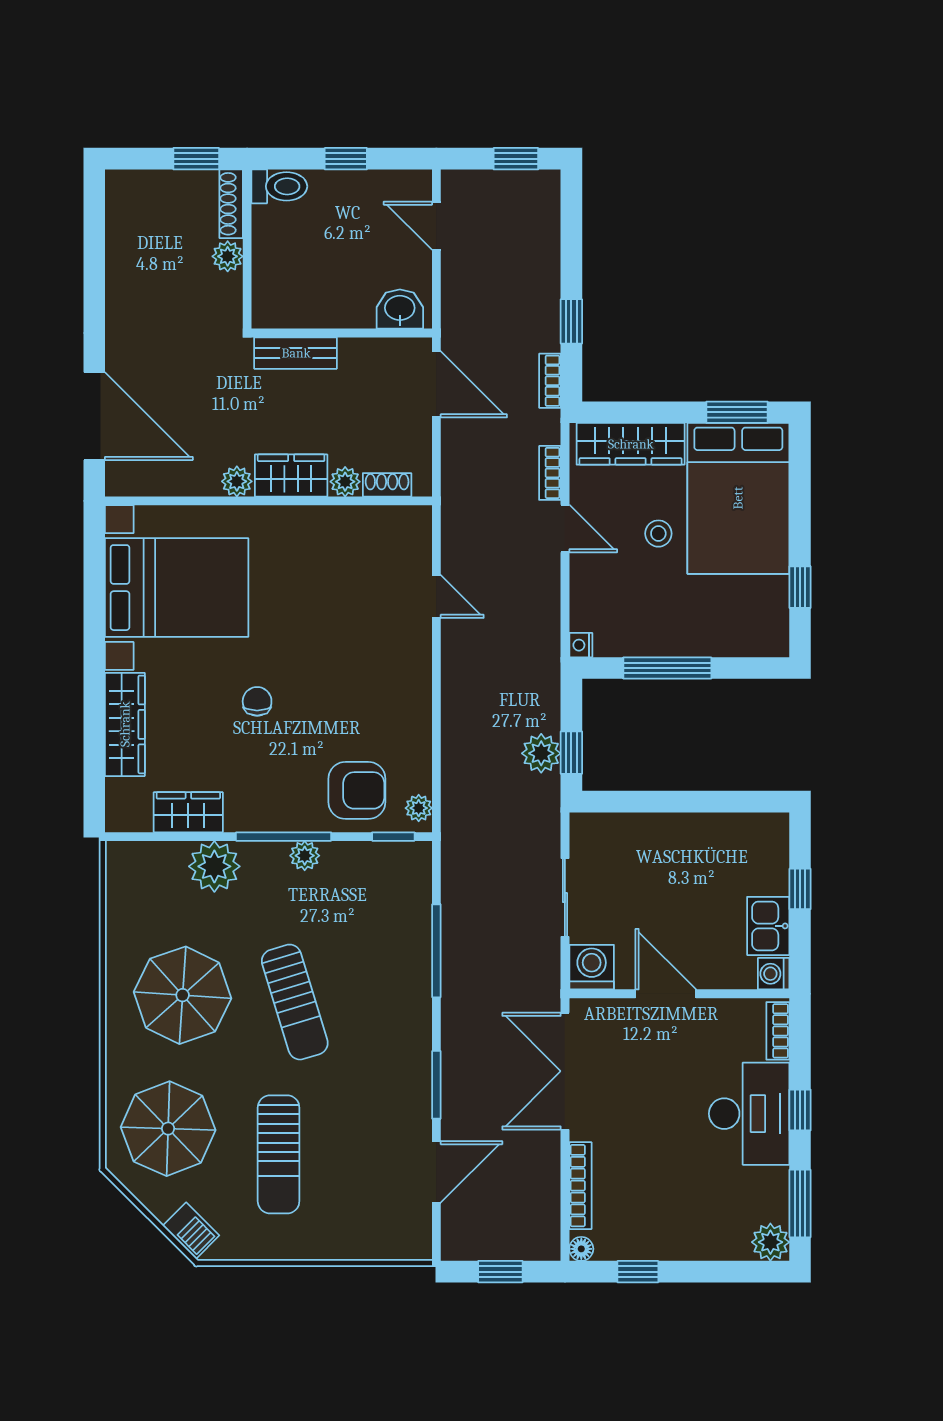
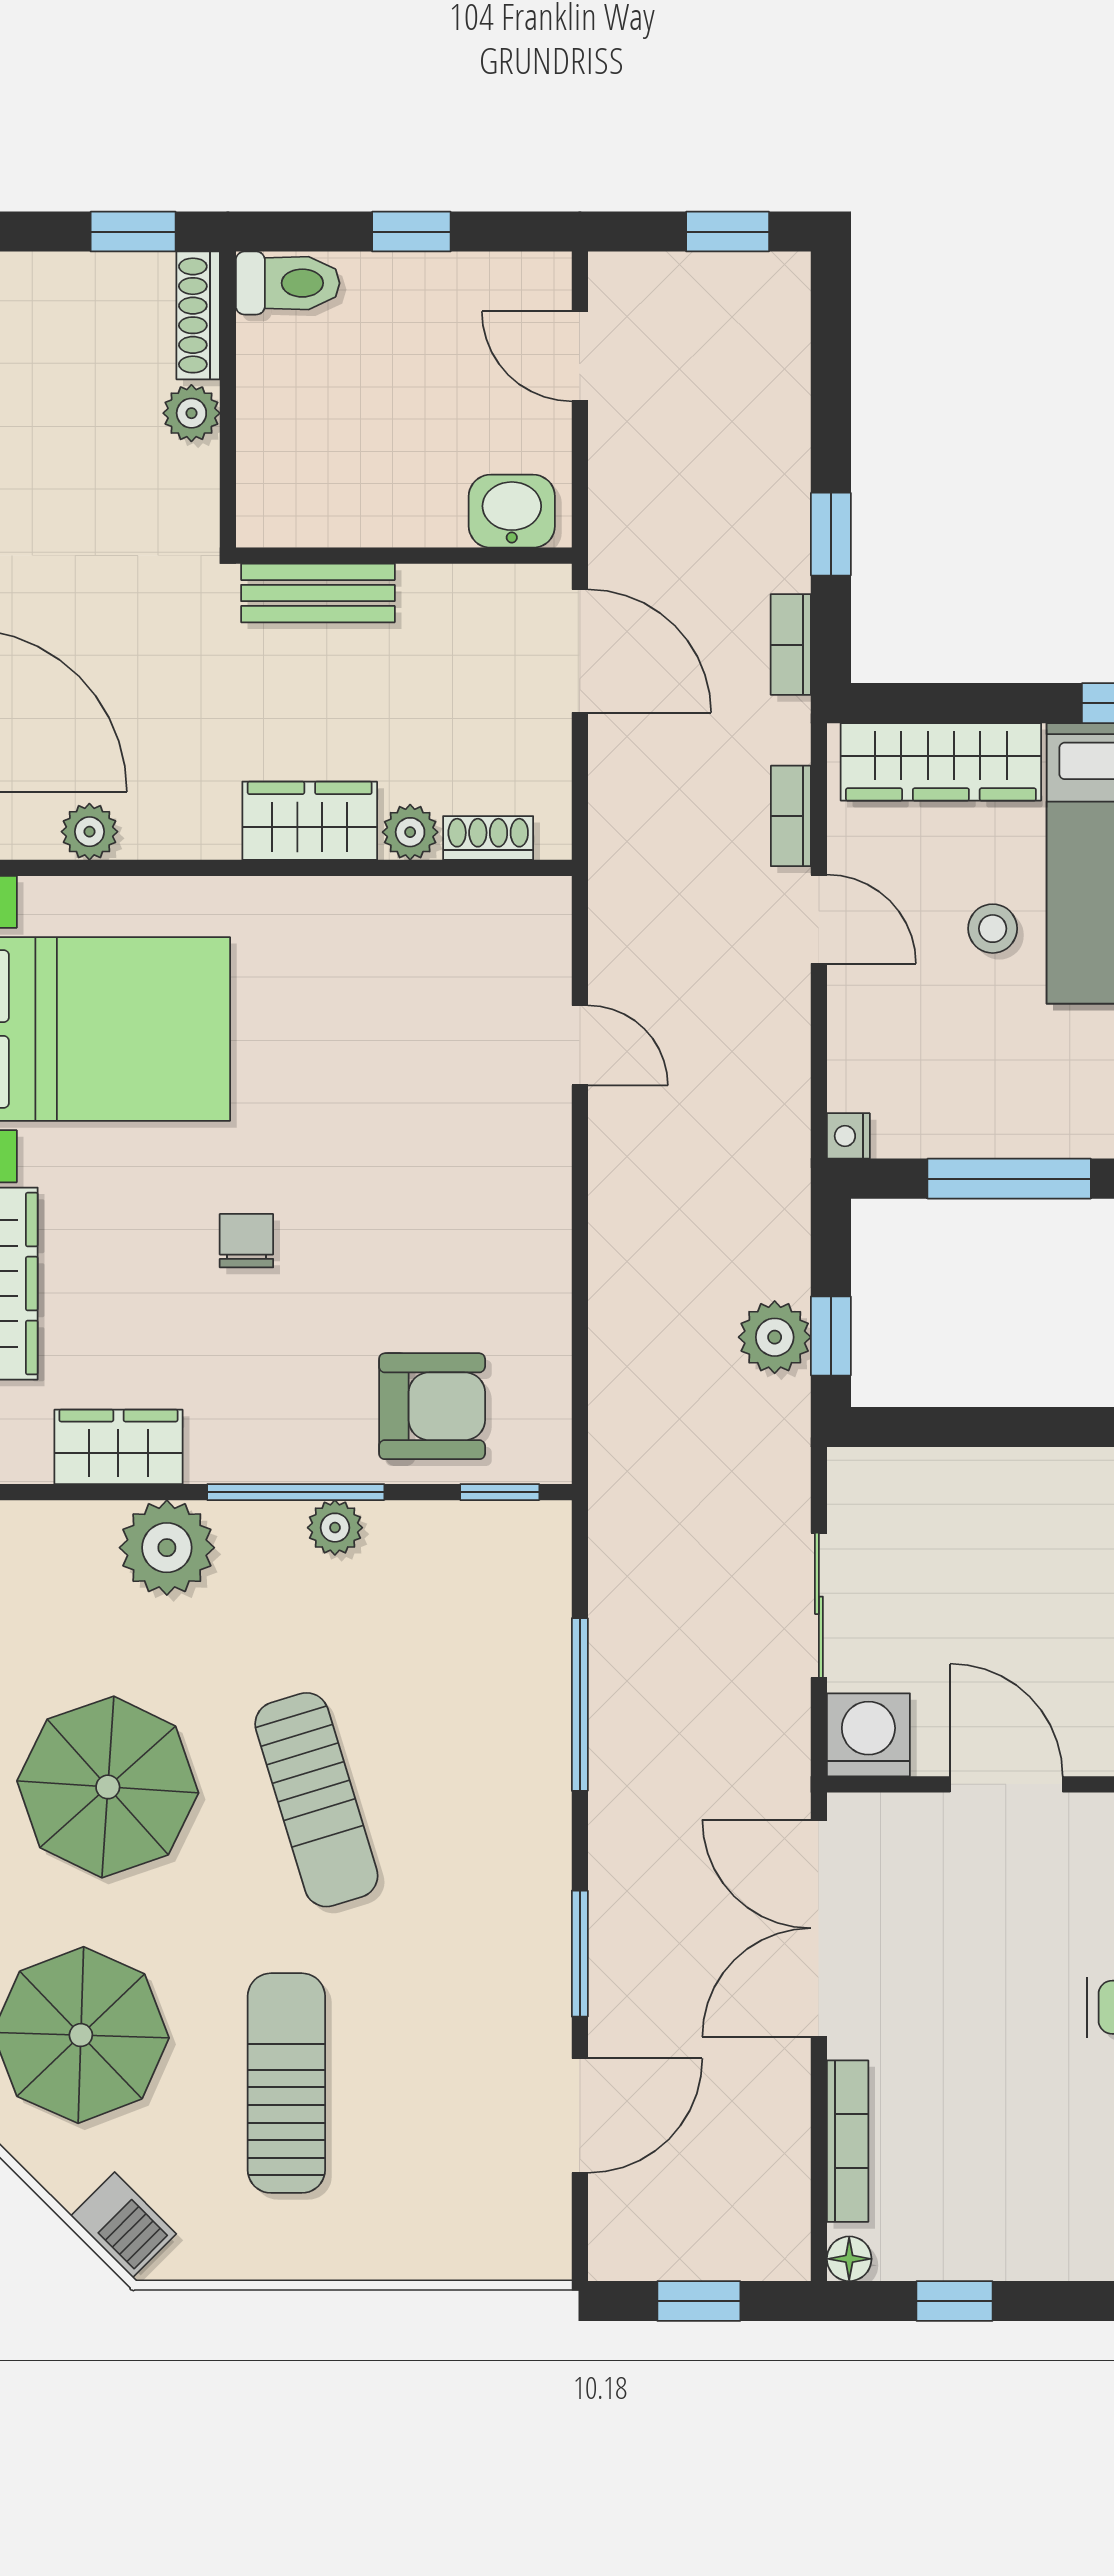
plant: (237, 481) -> (89, 832), moved
plant: (419, 808) -> (547, 1439), removed
sun lounger: (279, 1154) -> (286, 2083), turned 180

